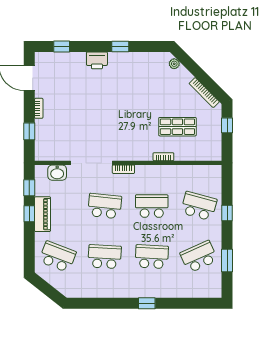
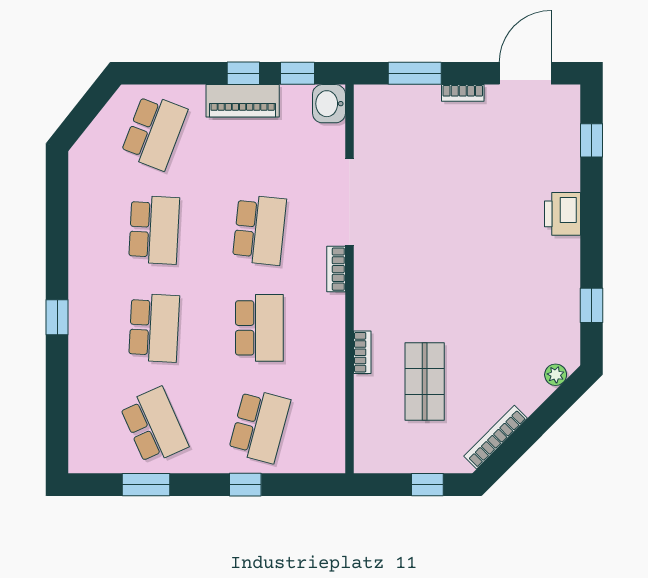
window: (120, 46) -> (592, 305), moved
window: (29, 131) -> (415, 73), width x1.50
washbasin: (57, 173) -> (329, 104), moved

